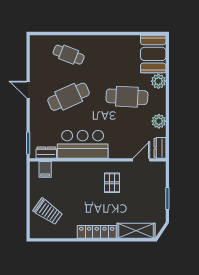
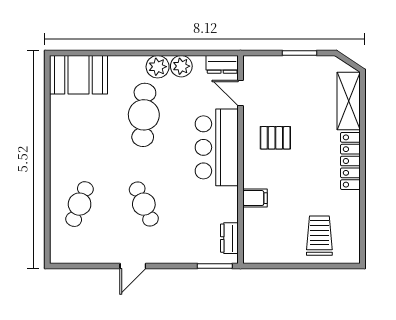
plant: (158, 81) -> (158, 67), moved
cafe table: (69, 97) -> (144, 204), width x0.73, depth x0.74
bar counter: (83, 144) -> (217, 147), moved
filing cabinet: (45, 169) -> (255, 198), moved
trolley: (48, 212) -> (319, 236), turned -35

